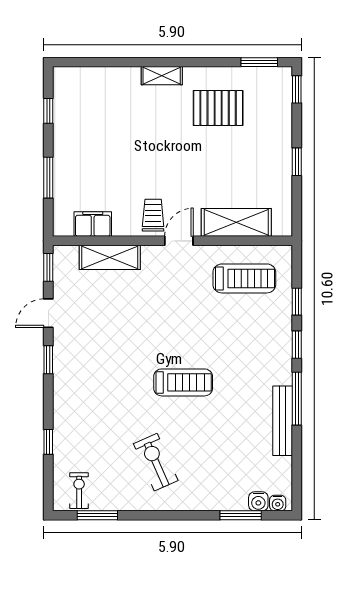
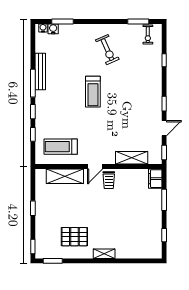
filing cabinet: (93, 224) -> (155, 179), moved, turned 90
treadmill: (183, 382) -> (93, 92), turned -90

